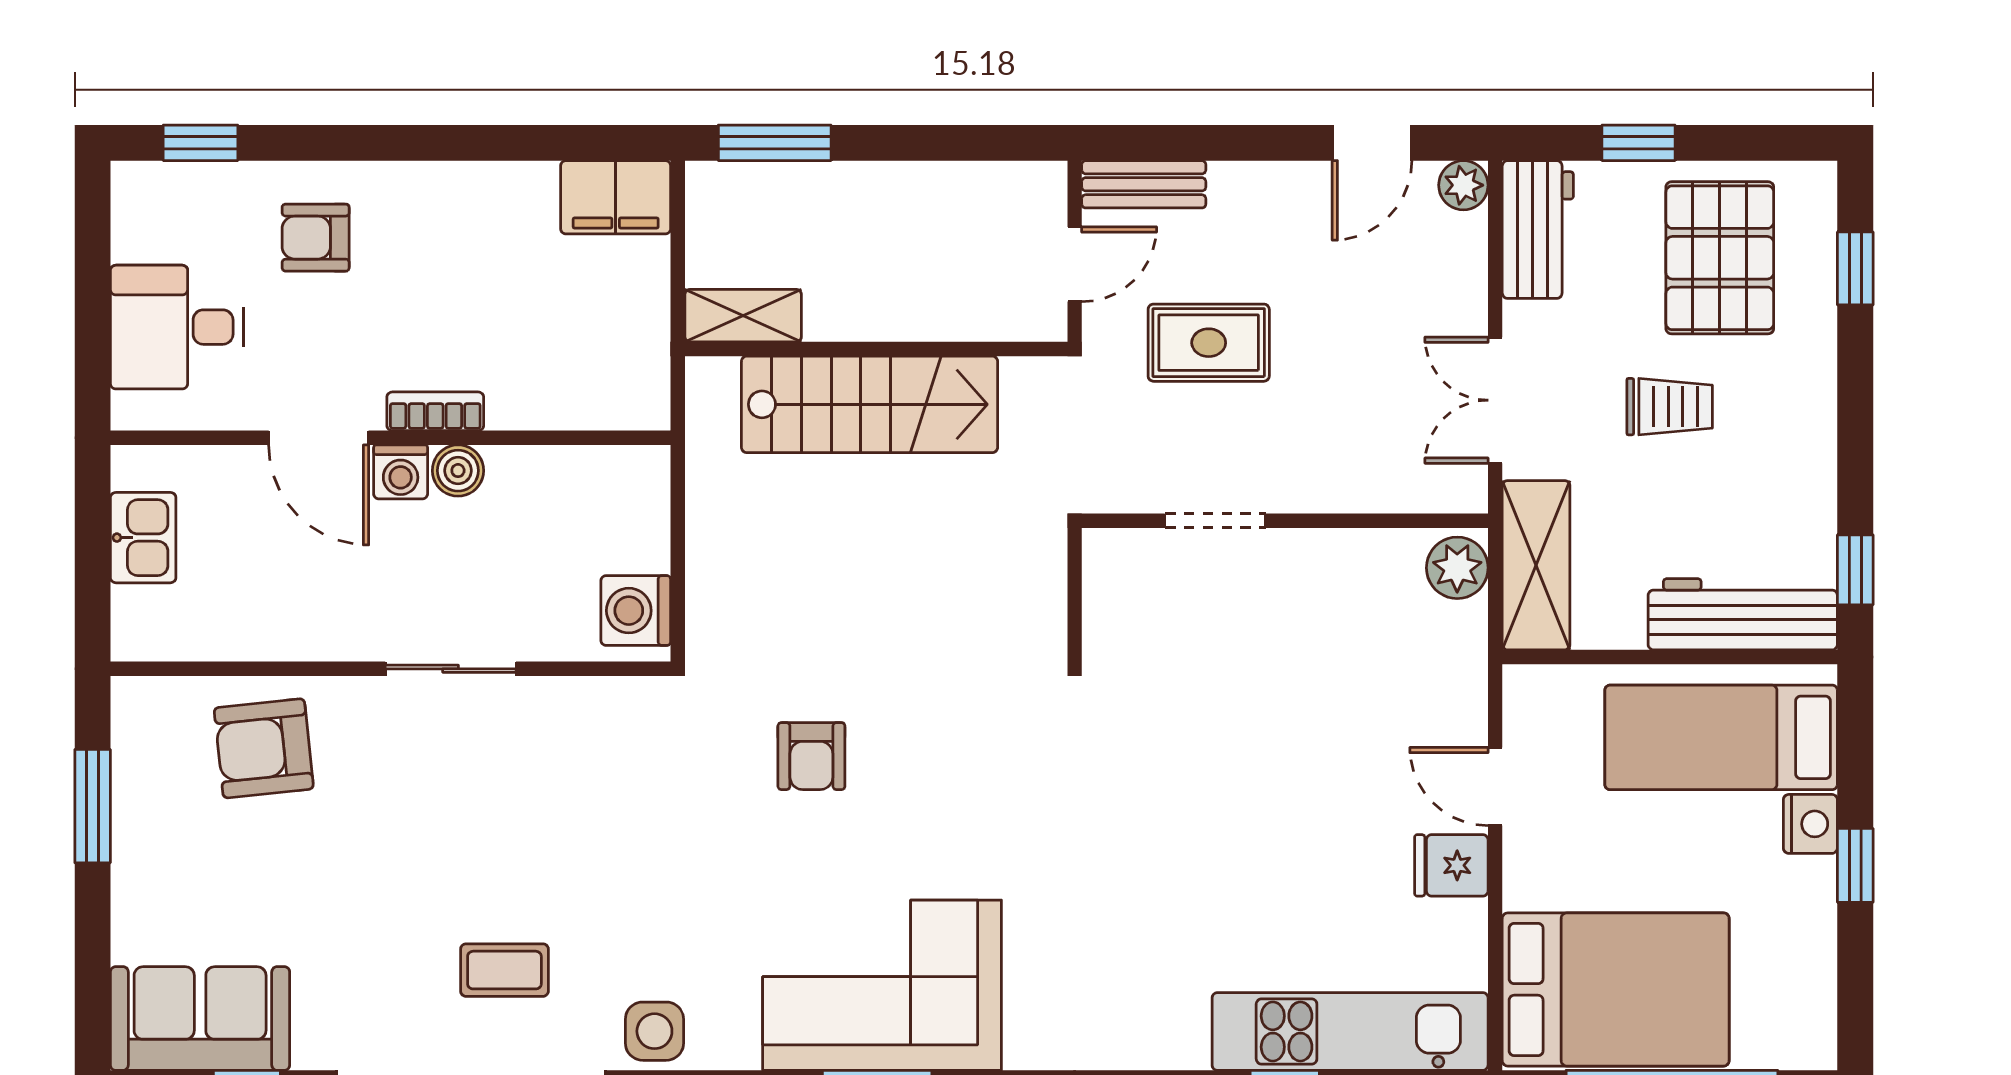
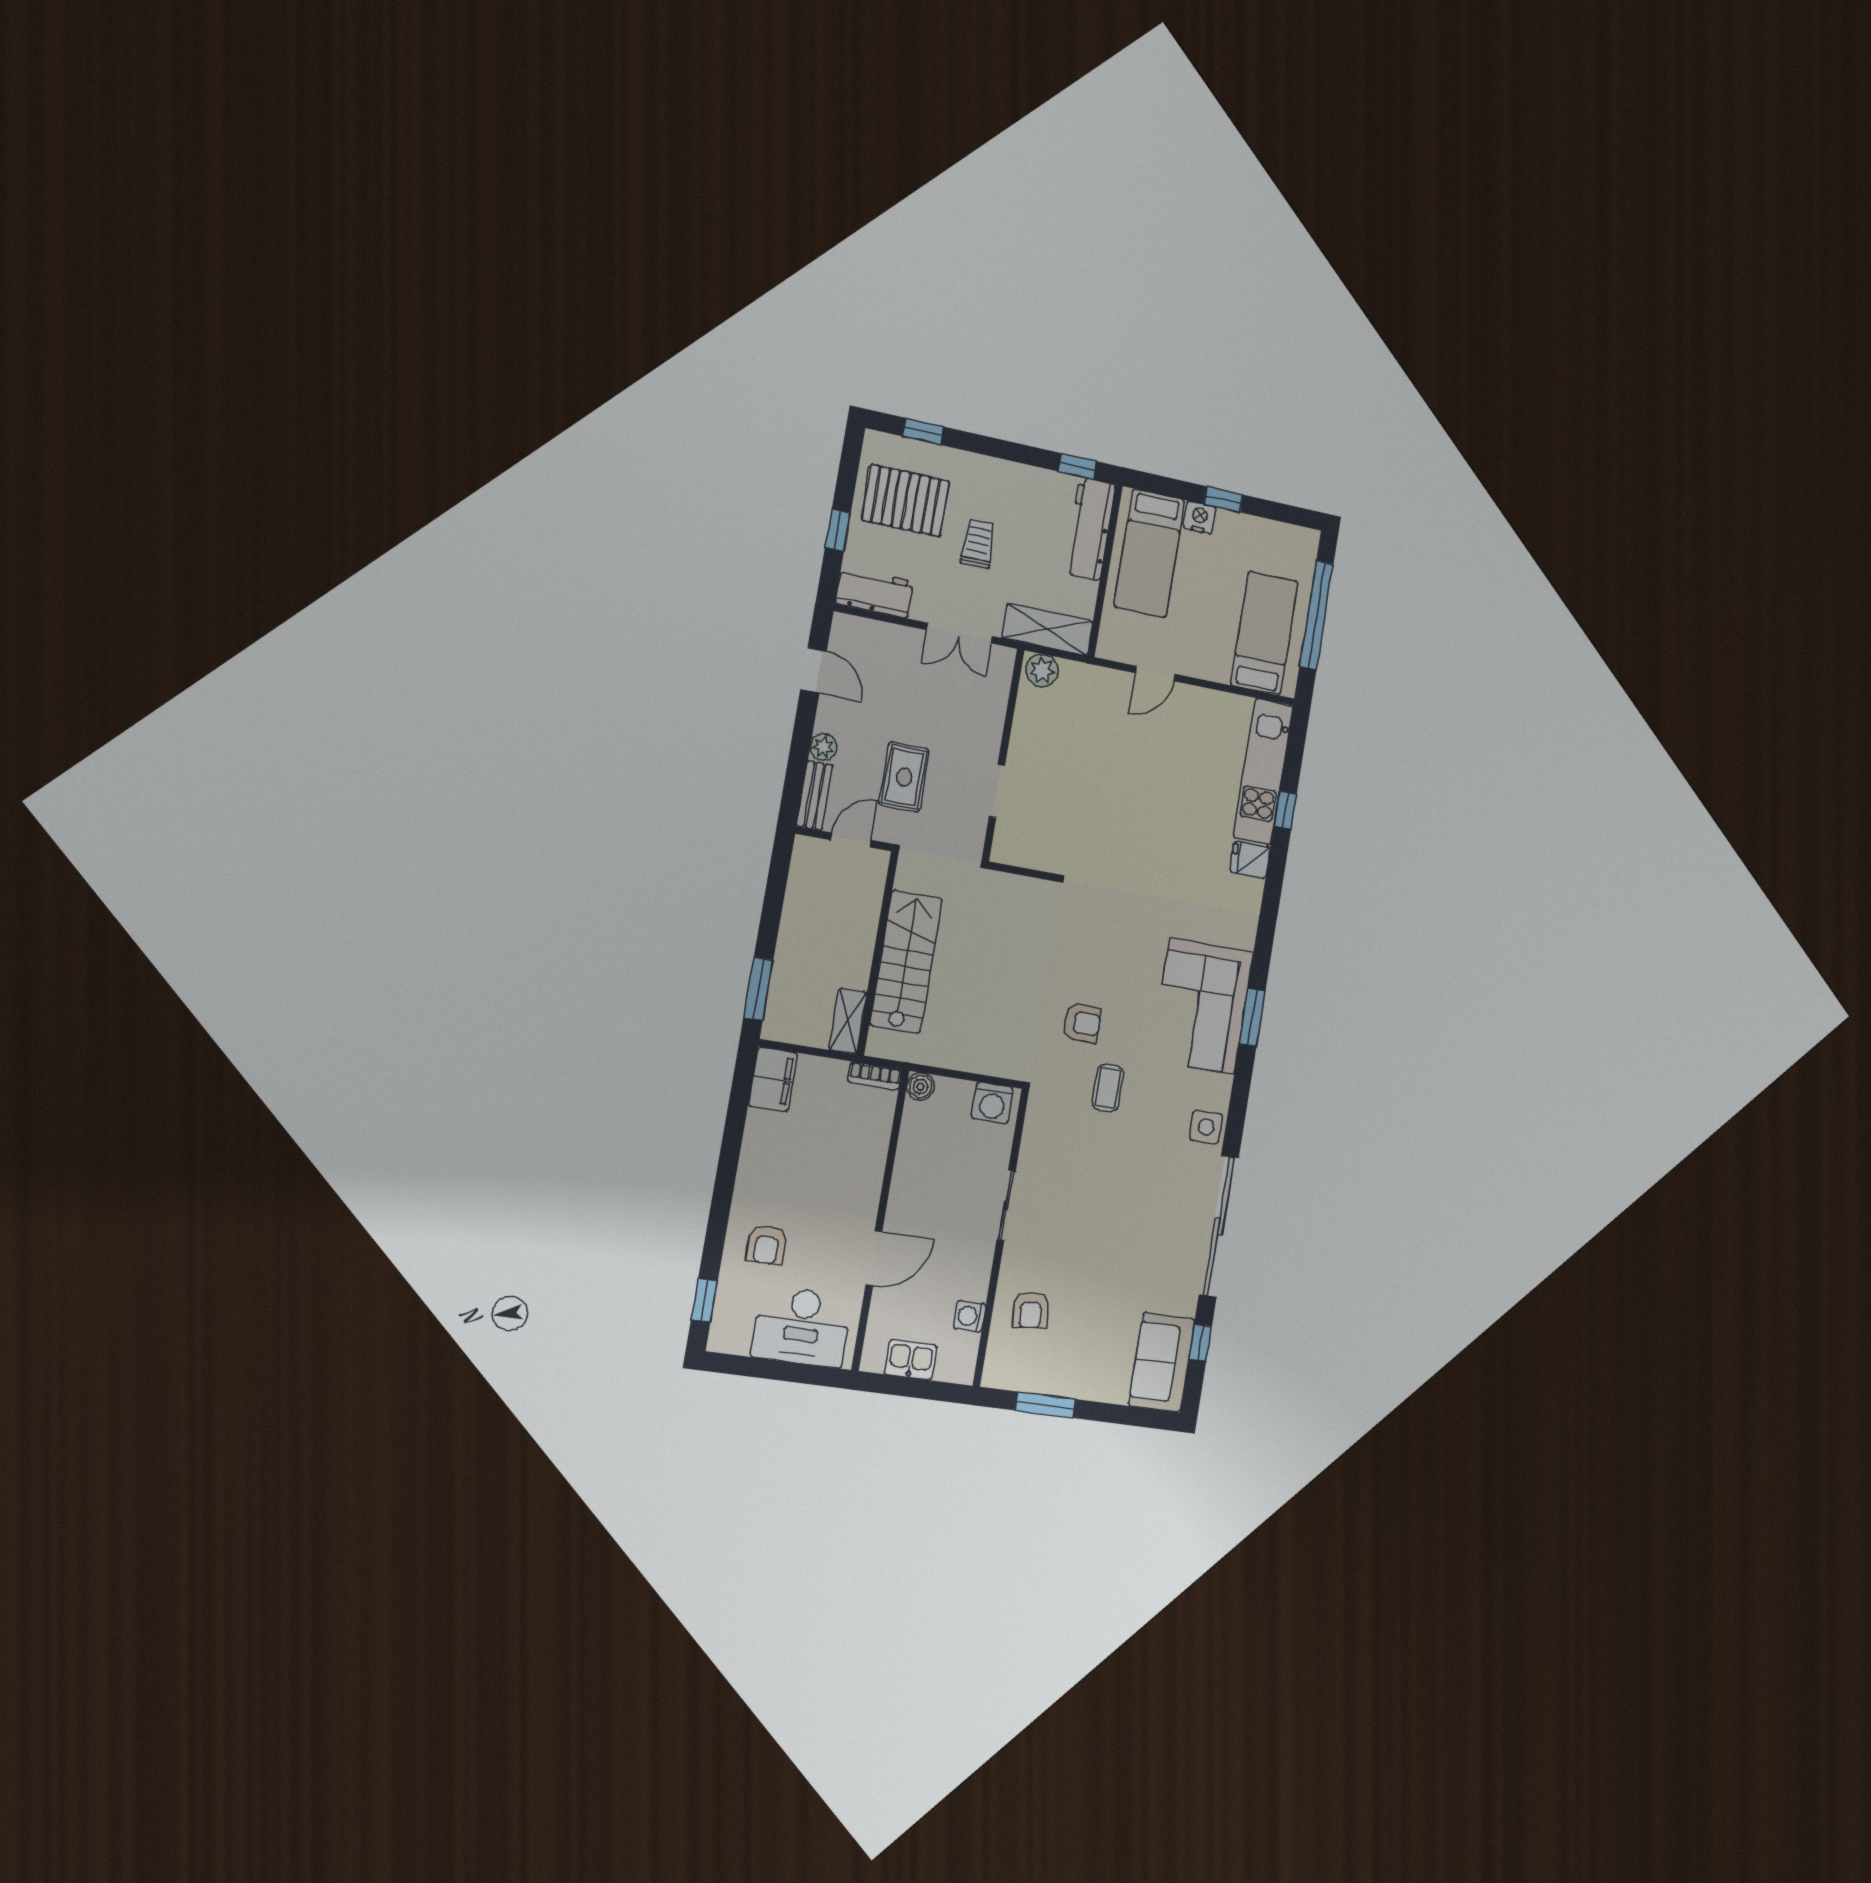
plant: (1463, 185) -> (824, 747), moved
door: (1075, 264) -> (851, 840), hinge flipped
desk: (177, 327) -> (802, 1327), width x1.37
bookcase: (435, 411) -> (875, 1076), moved, turned -90
boiler: (458, 471) -> (921, 1087), moved
washing machine: (401, 472) -> (970, 1316), moved, turned 180
armchair: (264, 748) -> (1031, 1310), width x0.72, depth x0.72
fridge: (1451, 865) -> (1250, 860), moved, turned 90
coffee table: (504, 970) -> (1108, 1088), moved
bed: (1616, 989) -> (1264, 633), width x0.67

